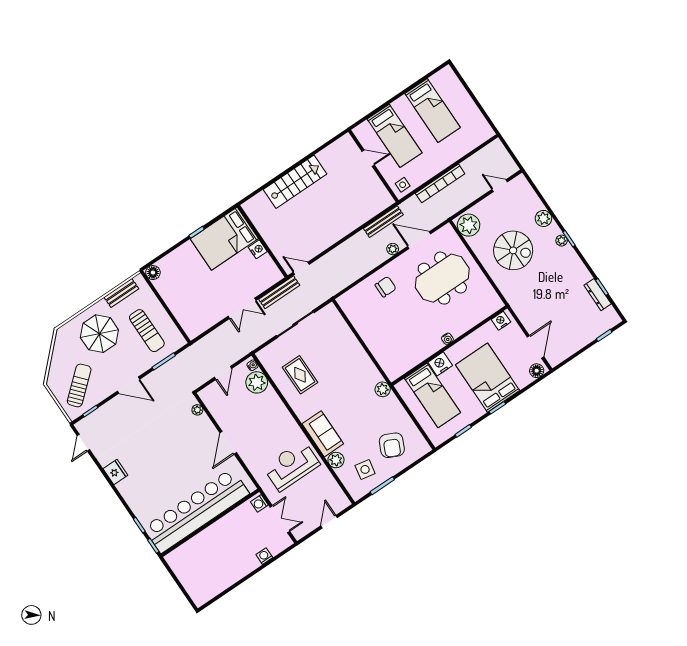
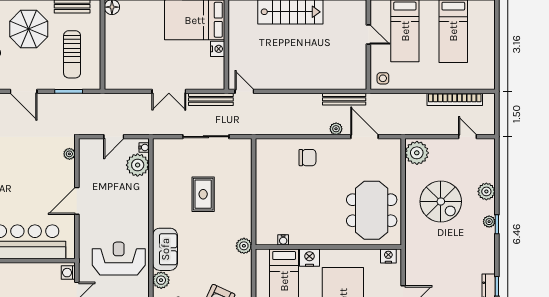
bookcase: (440, 183) -> (455, 99), moved
meeting table: (442, 278) -> (372, 210), moved, turned 90
water cooler: (447, 339) -> (283, 240), moved
rug: (300, 375) -> (203, 194), moved

